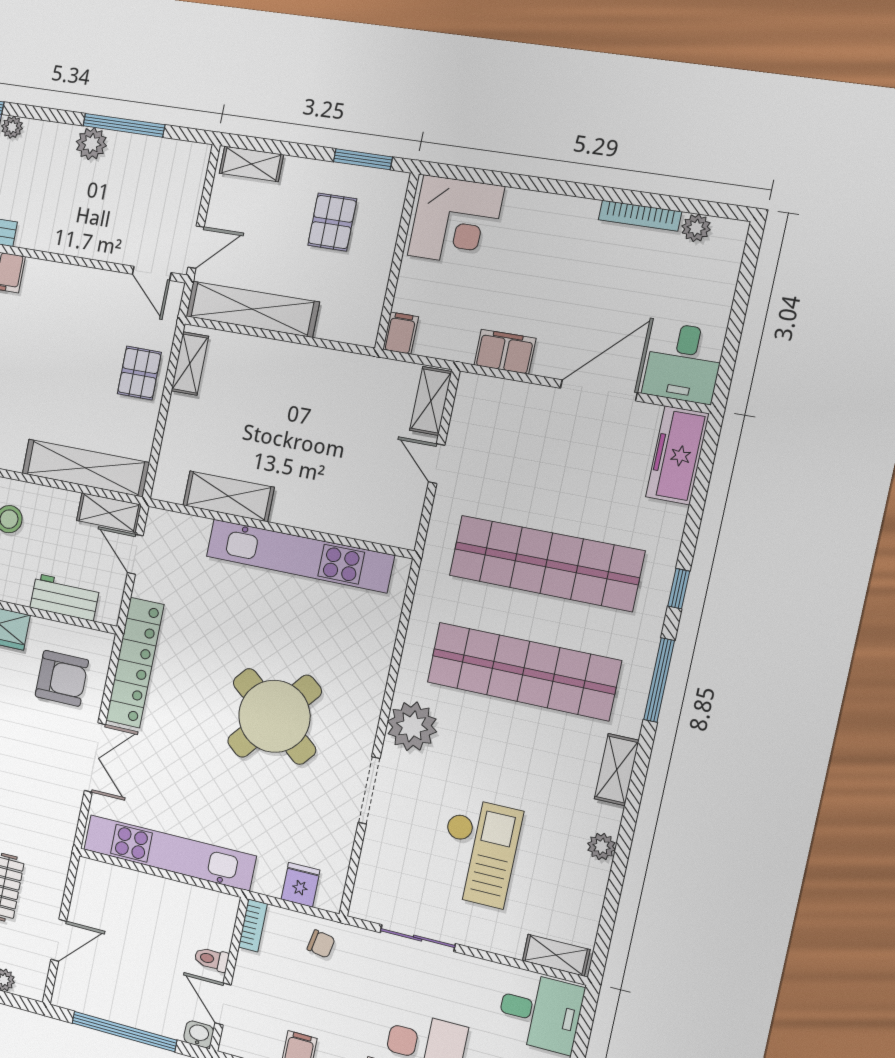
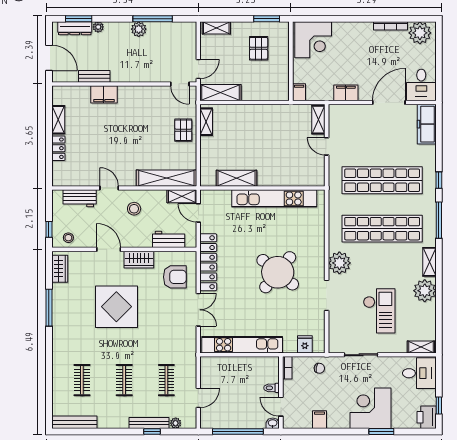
plant: (696, 228) -> (420, 33), width x1.88, depth x1.88
shelving: (252, 309) -> (220, 93), width x0.68
plant: (601, 846) -> (425, 291), width x1.87, depth x1.87

